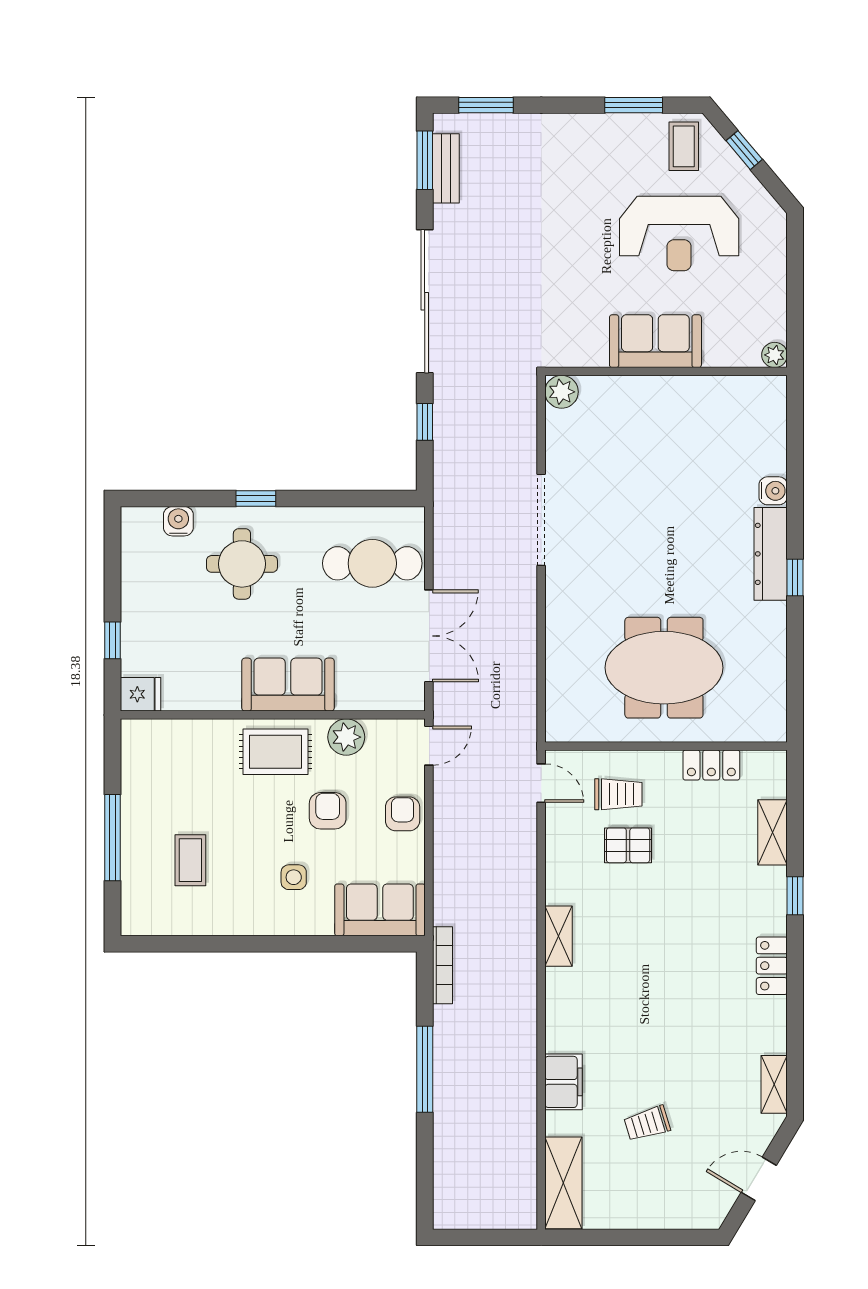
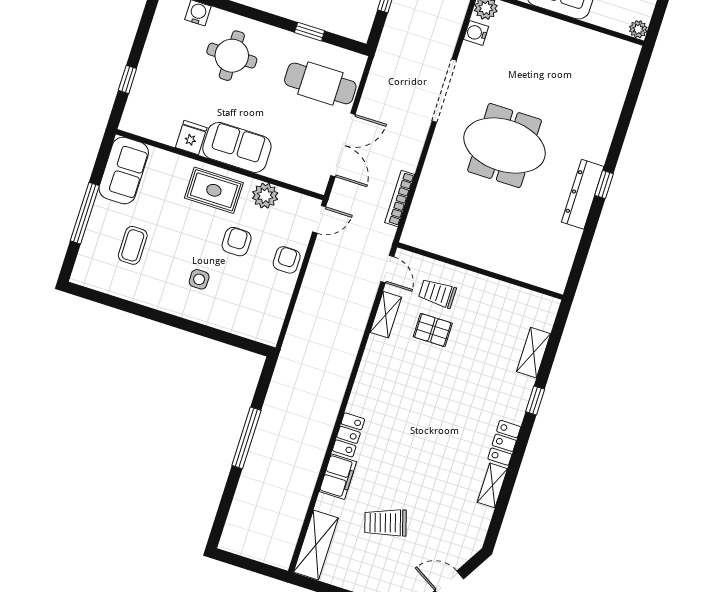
water cooler: (773, 491) -> (476, 33), moved, turned 180
window: (256, 499) -> (310, 32), moved
dresser: (771, 554) -> (583, 194), moved
meeting table: (664, 668) -> (505, 146), moved
fridge: (140, 694) -> (191, 138), moved, turned -90
locker: (711, 765) -> (349, 435), moved, turned -90
trolley: (618, 794) -> (437, 293), turned 180
sofa: (380, 910) -> (124, 171), moved, turned 90
shelving: (559, 936) -> (386, 315), moved
bookcase: (442, 965) -> (400, 198), moved, turned 180
shelving: (774, 1084) -> (492, 485), moved
trolley: (647, 1123) -> (386, 523), width x1.36, depth x1.39

